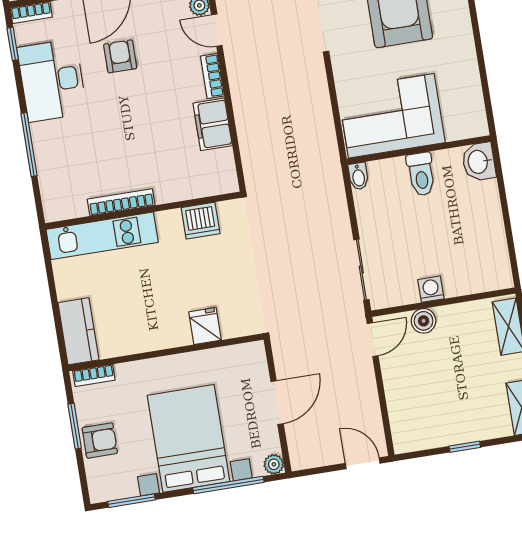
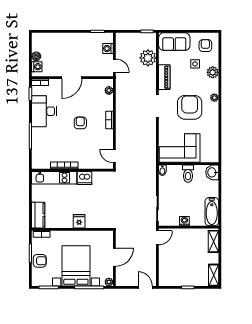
door: (217, 30) -> (114, 156), moved
armchair: (120, 56) -> (80, 123), moved
filing cabinet: (213, 124) -> (106, 140), removed
dishwasher: (201, 221) -> (85, 178), moved
bathtub: (493, 256) -> (212, 212), added
boiler: (424, 321) -> (179, 233), removed
fridge: (205, 326) -> (79, 221), moved

